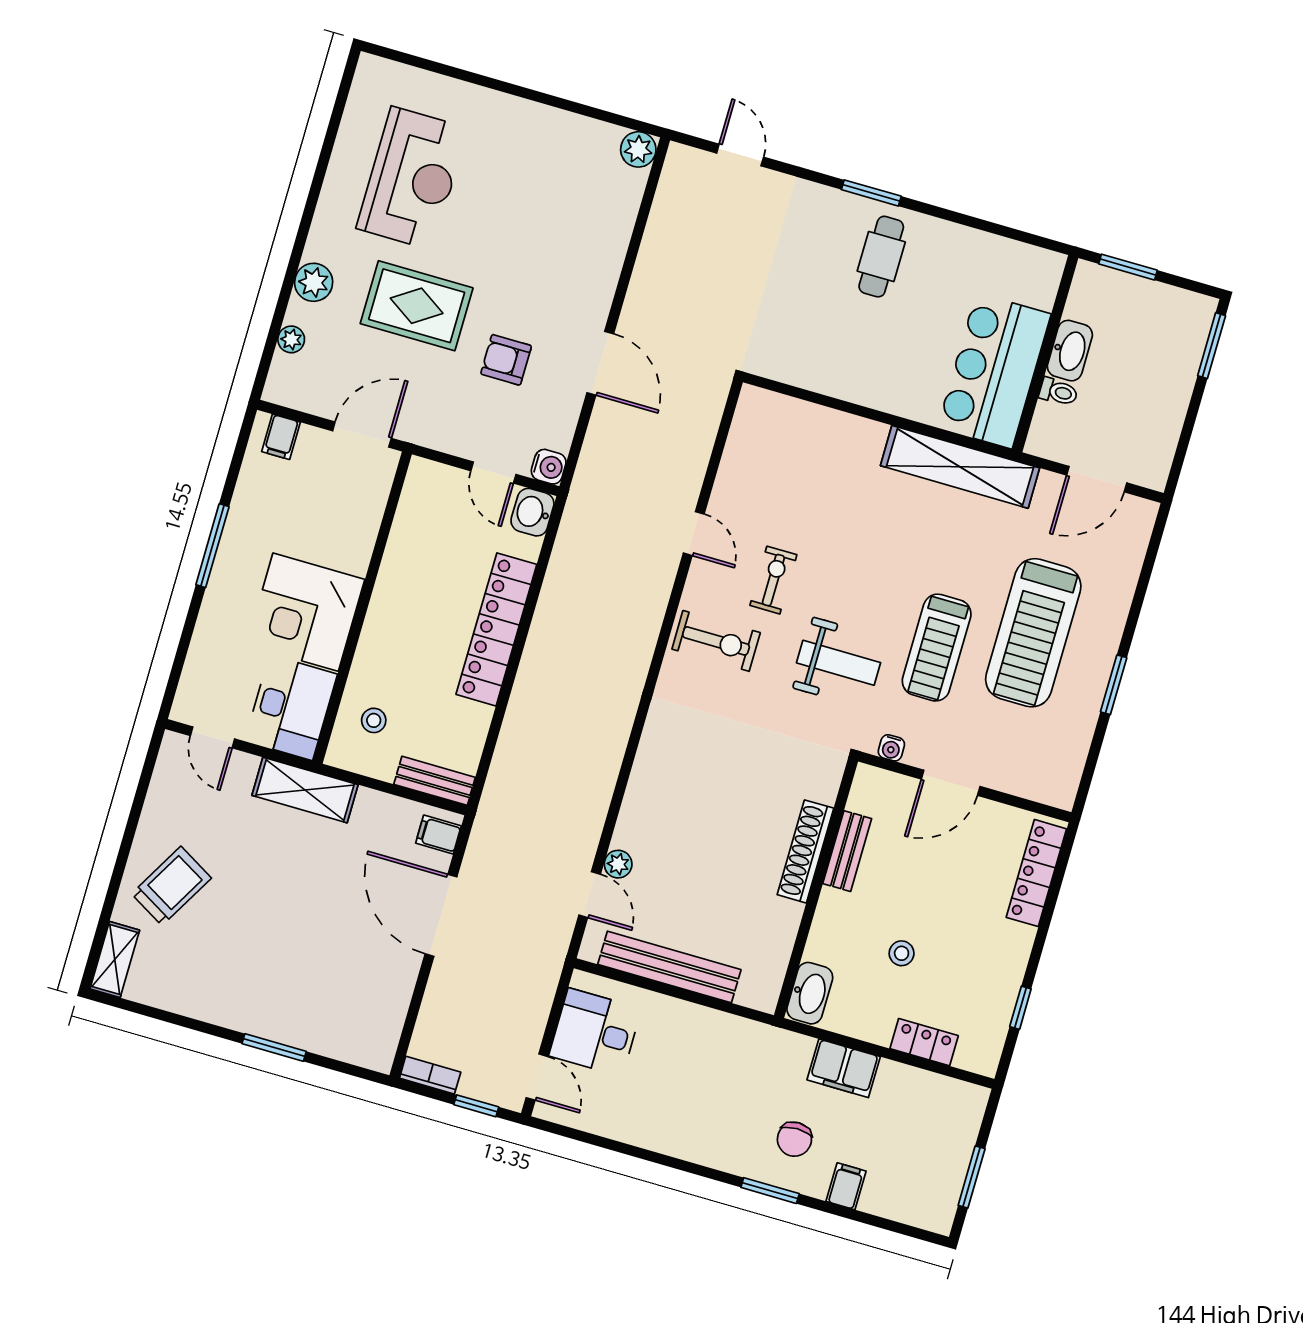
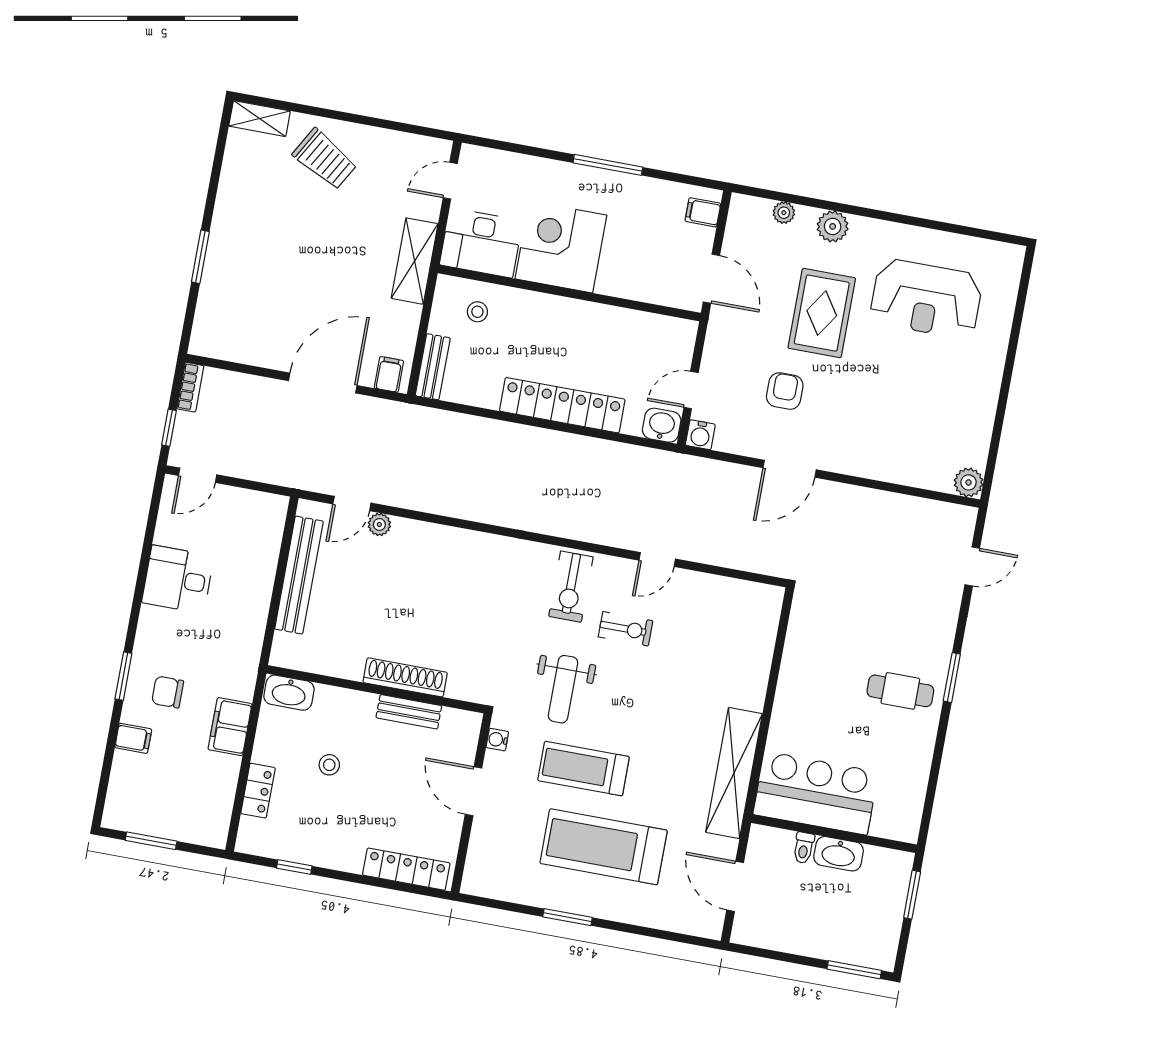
desk: (595, 1032) -> (178, 579), moved, turned -90

